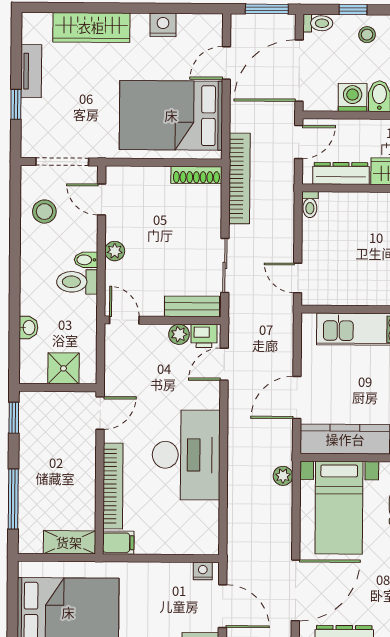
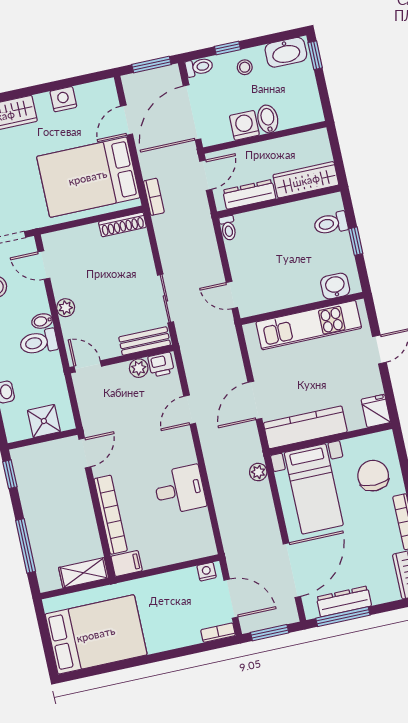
bookcase: (239, 178) -> (154, 197), width x0.43, depth x0.76
door: (224, 364) -> (190, 410), moved
desk: (186, 455) -> (180, 490), width x0.53, depth x0.77

